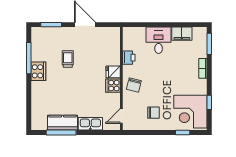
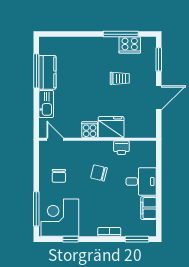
cooker: (38, 71) -> (130, 45), moved
fridge: (113, 72) -> (111, 127), width x1.88, depth x1.34
chair: (134, 85) -> (99, 173), moved
window: (183, 132) -> (36, 209), width x2.17

